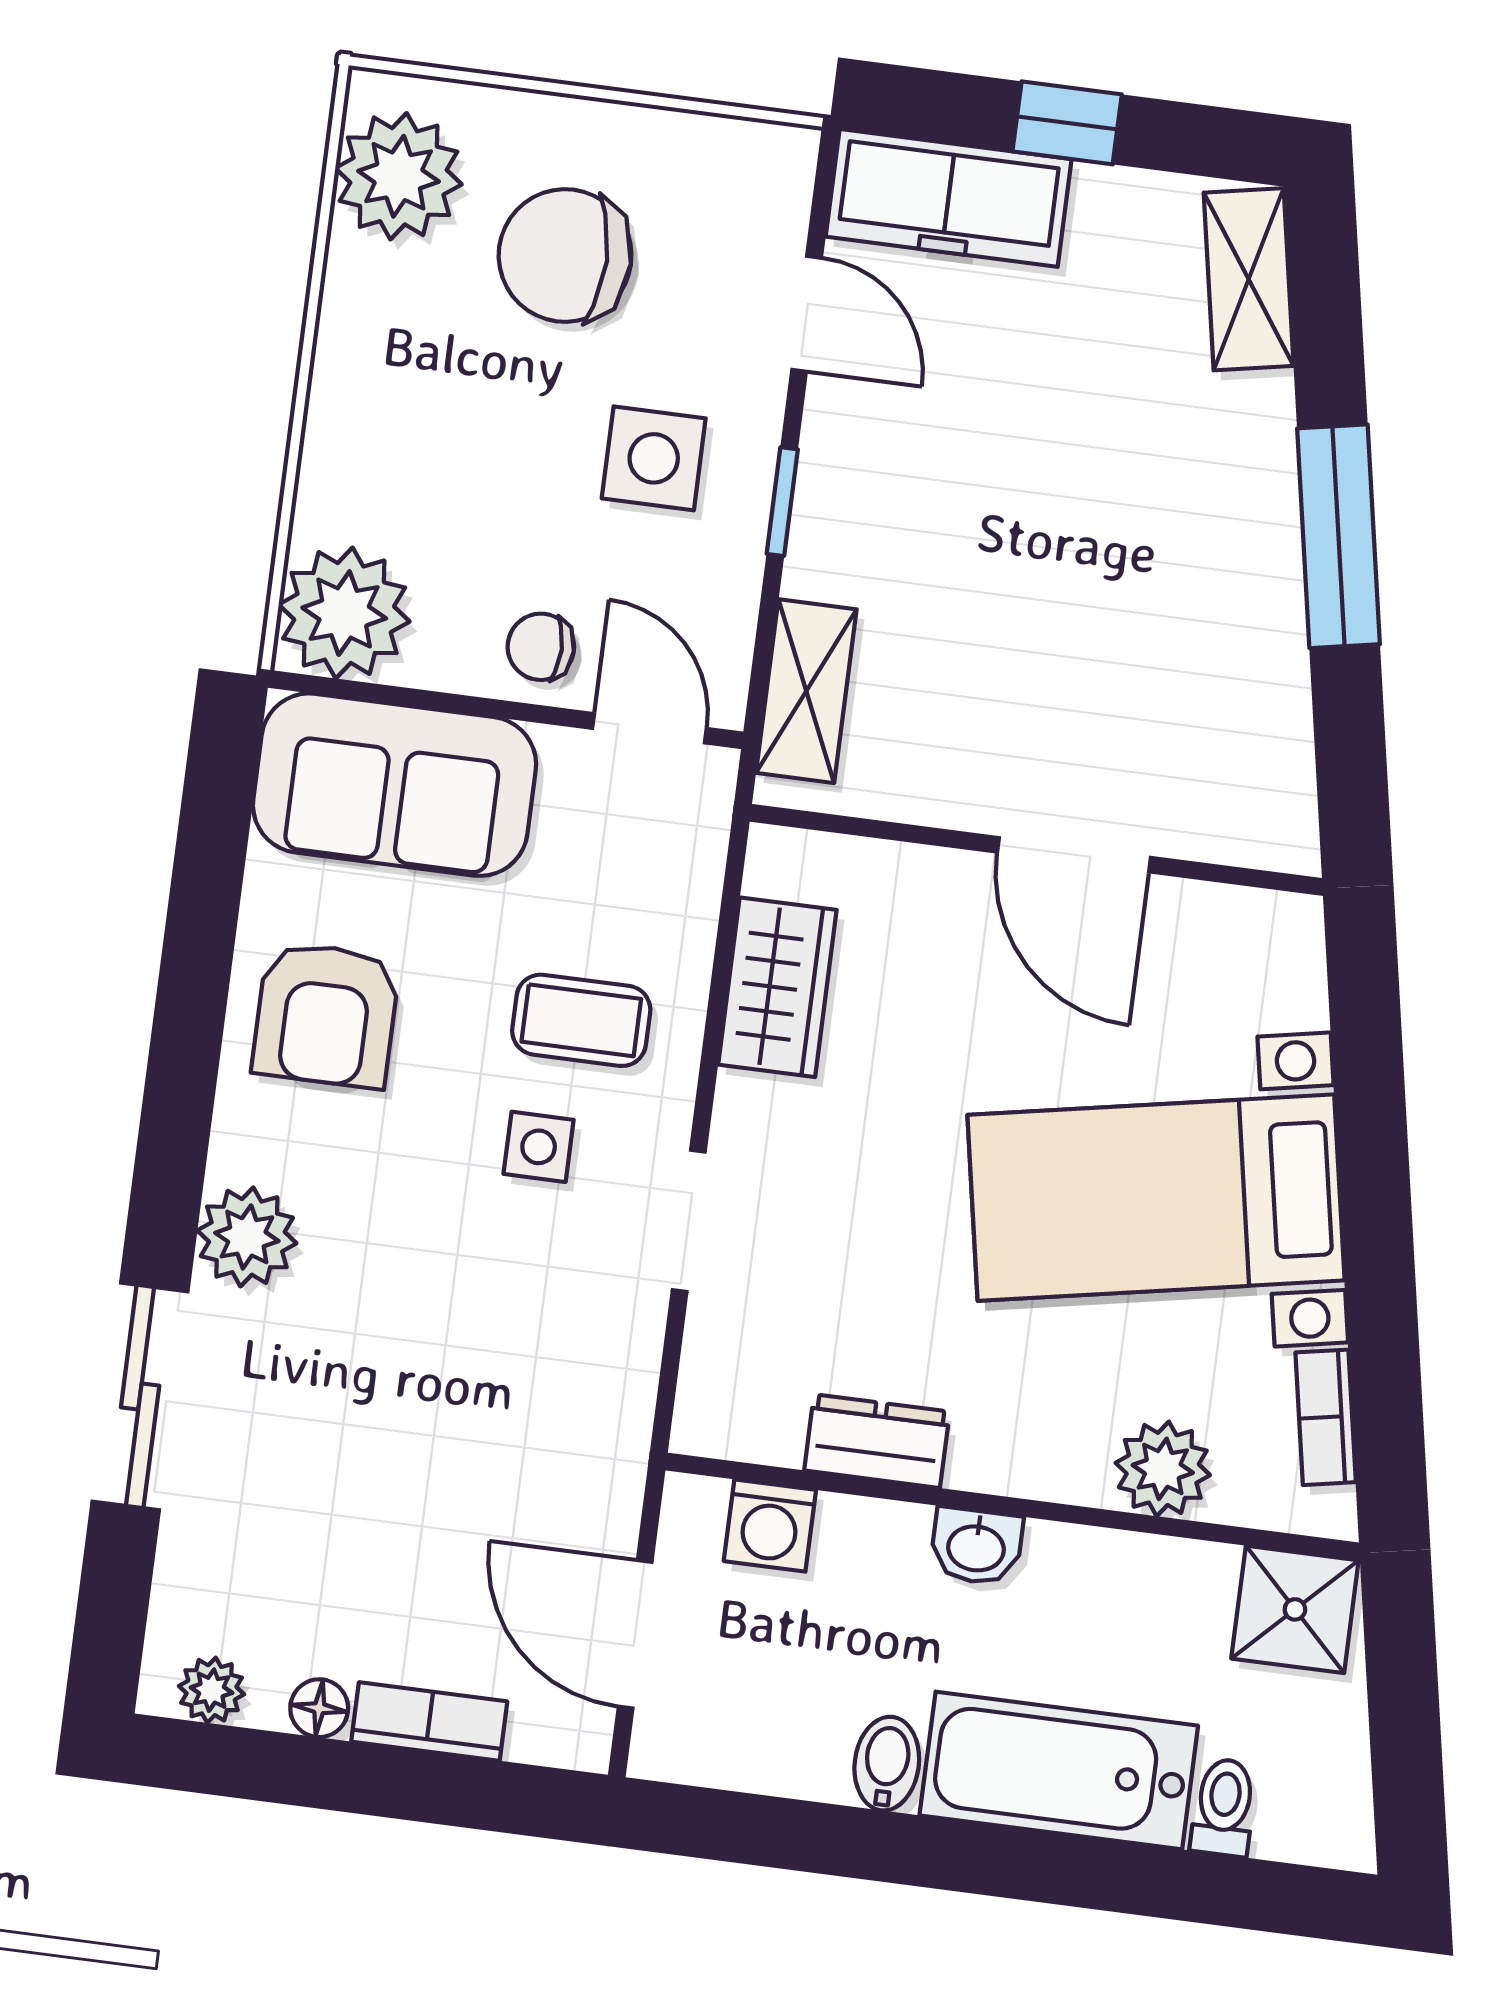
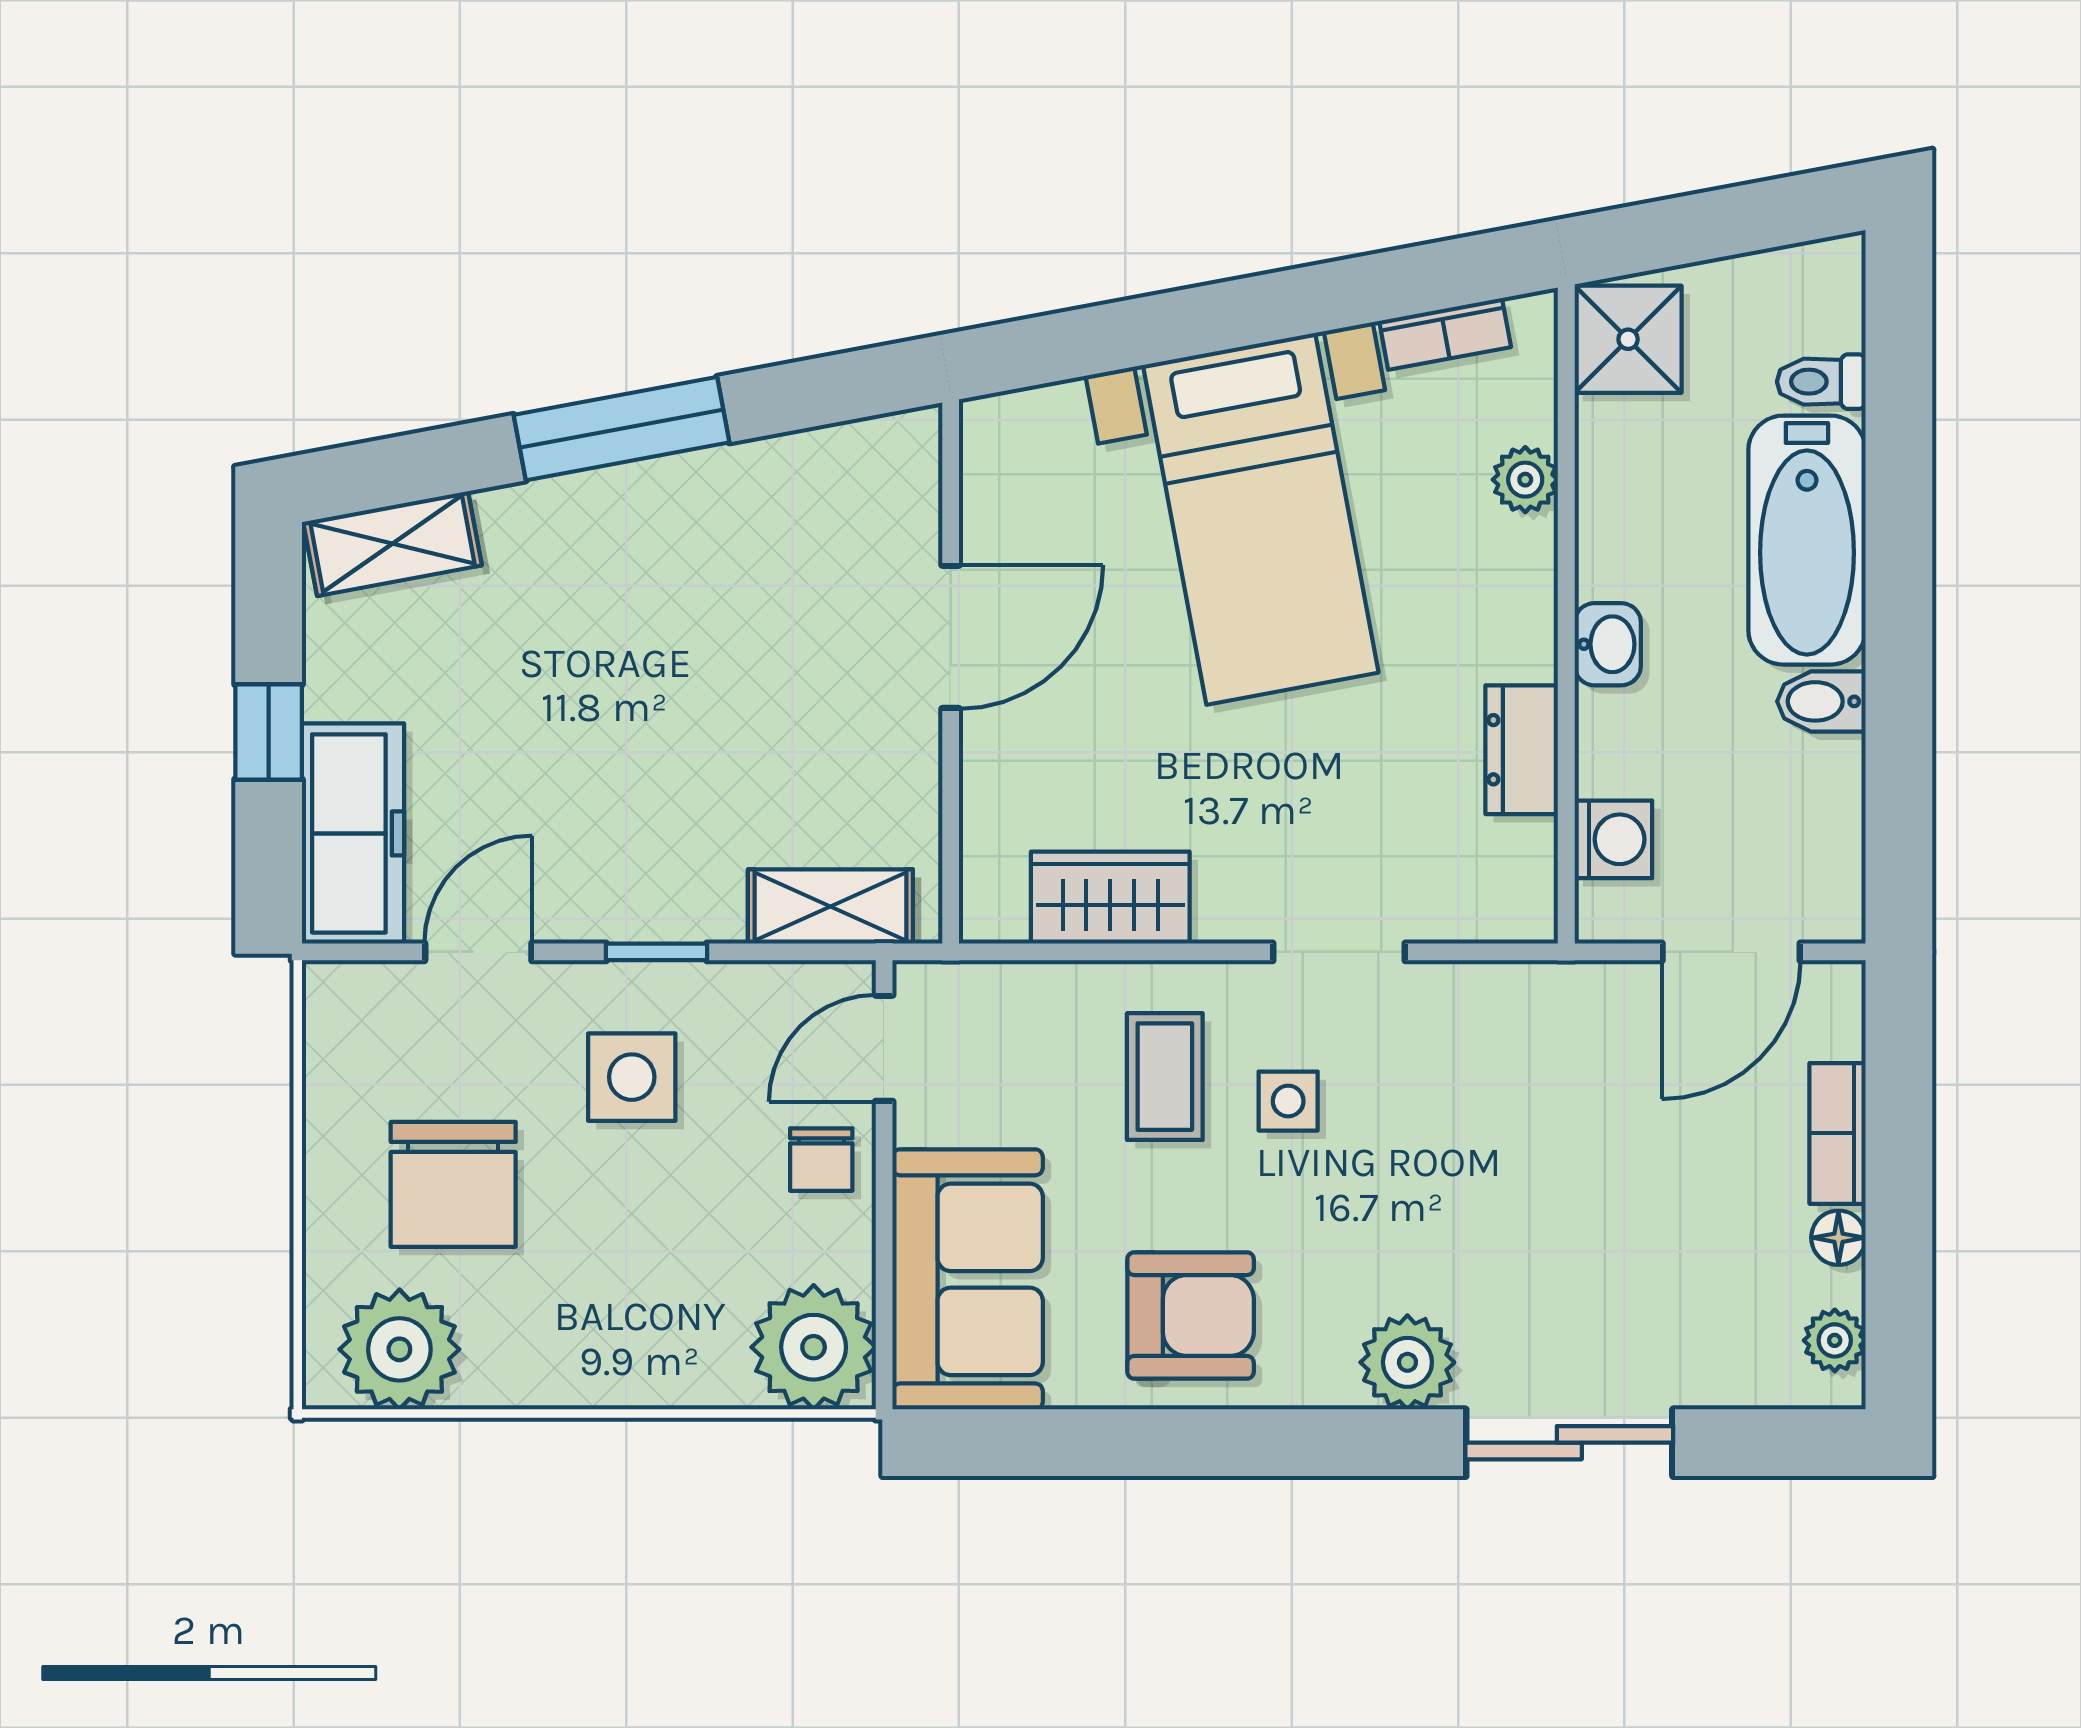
plant: (1163, 1469) -> (1525, 480), width x0.73, depth x0.73

